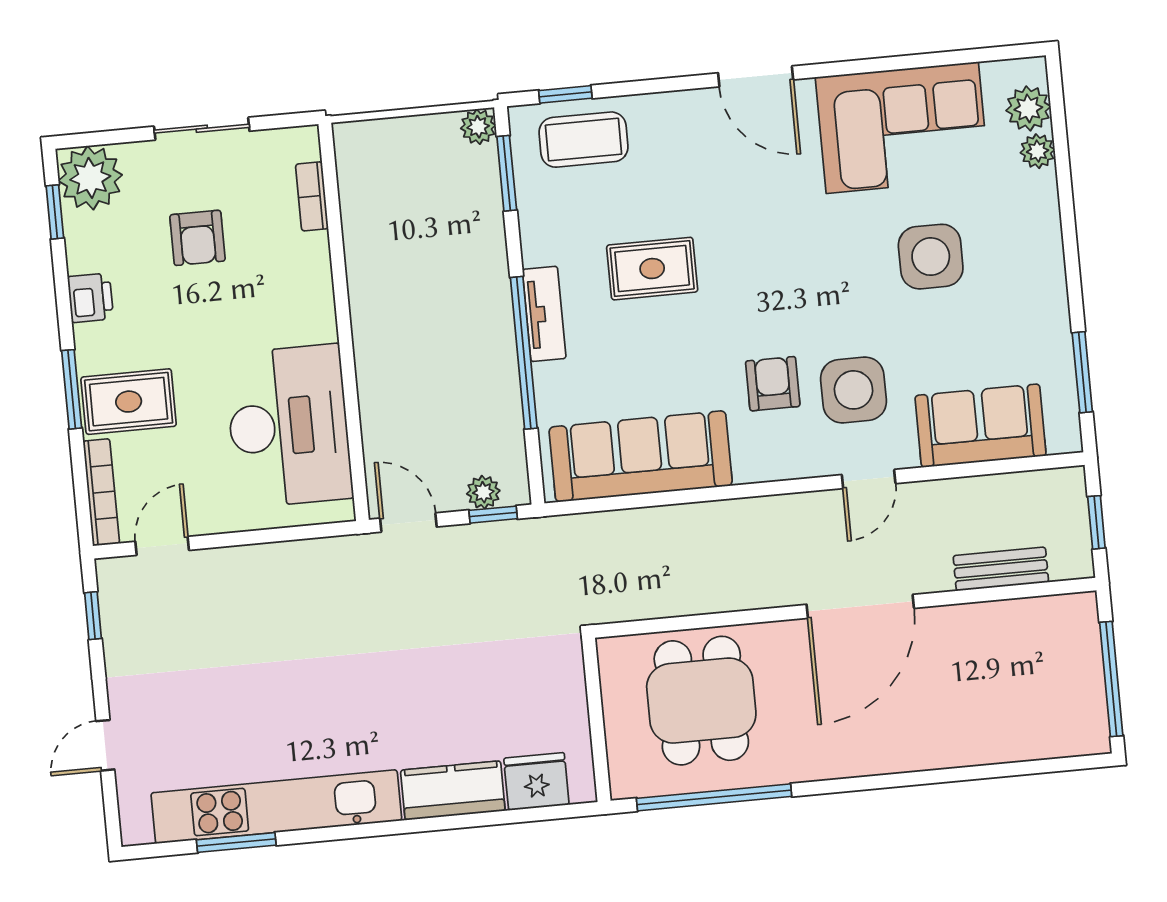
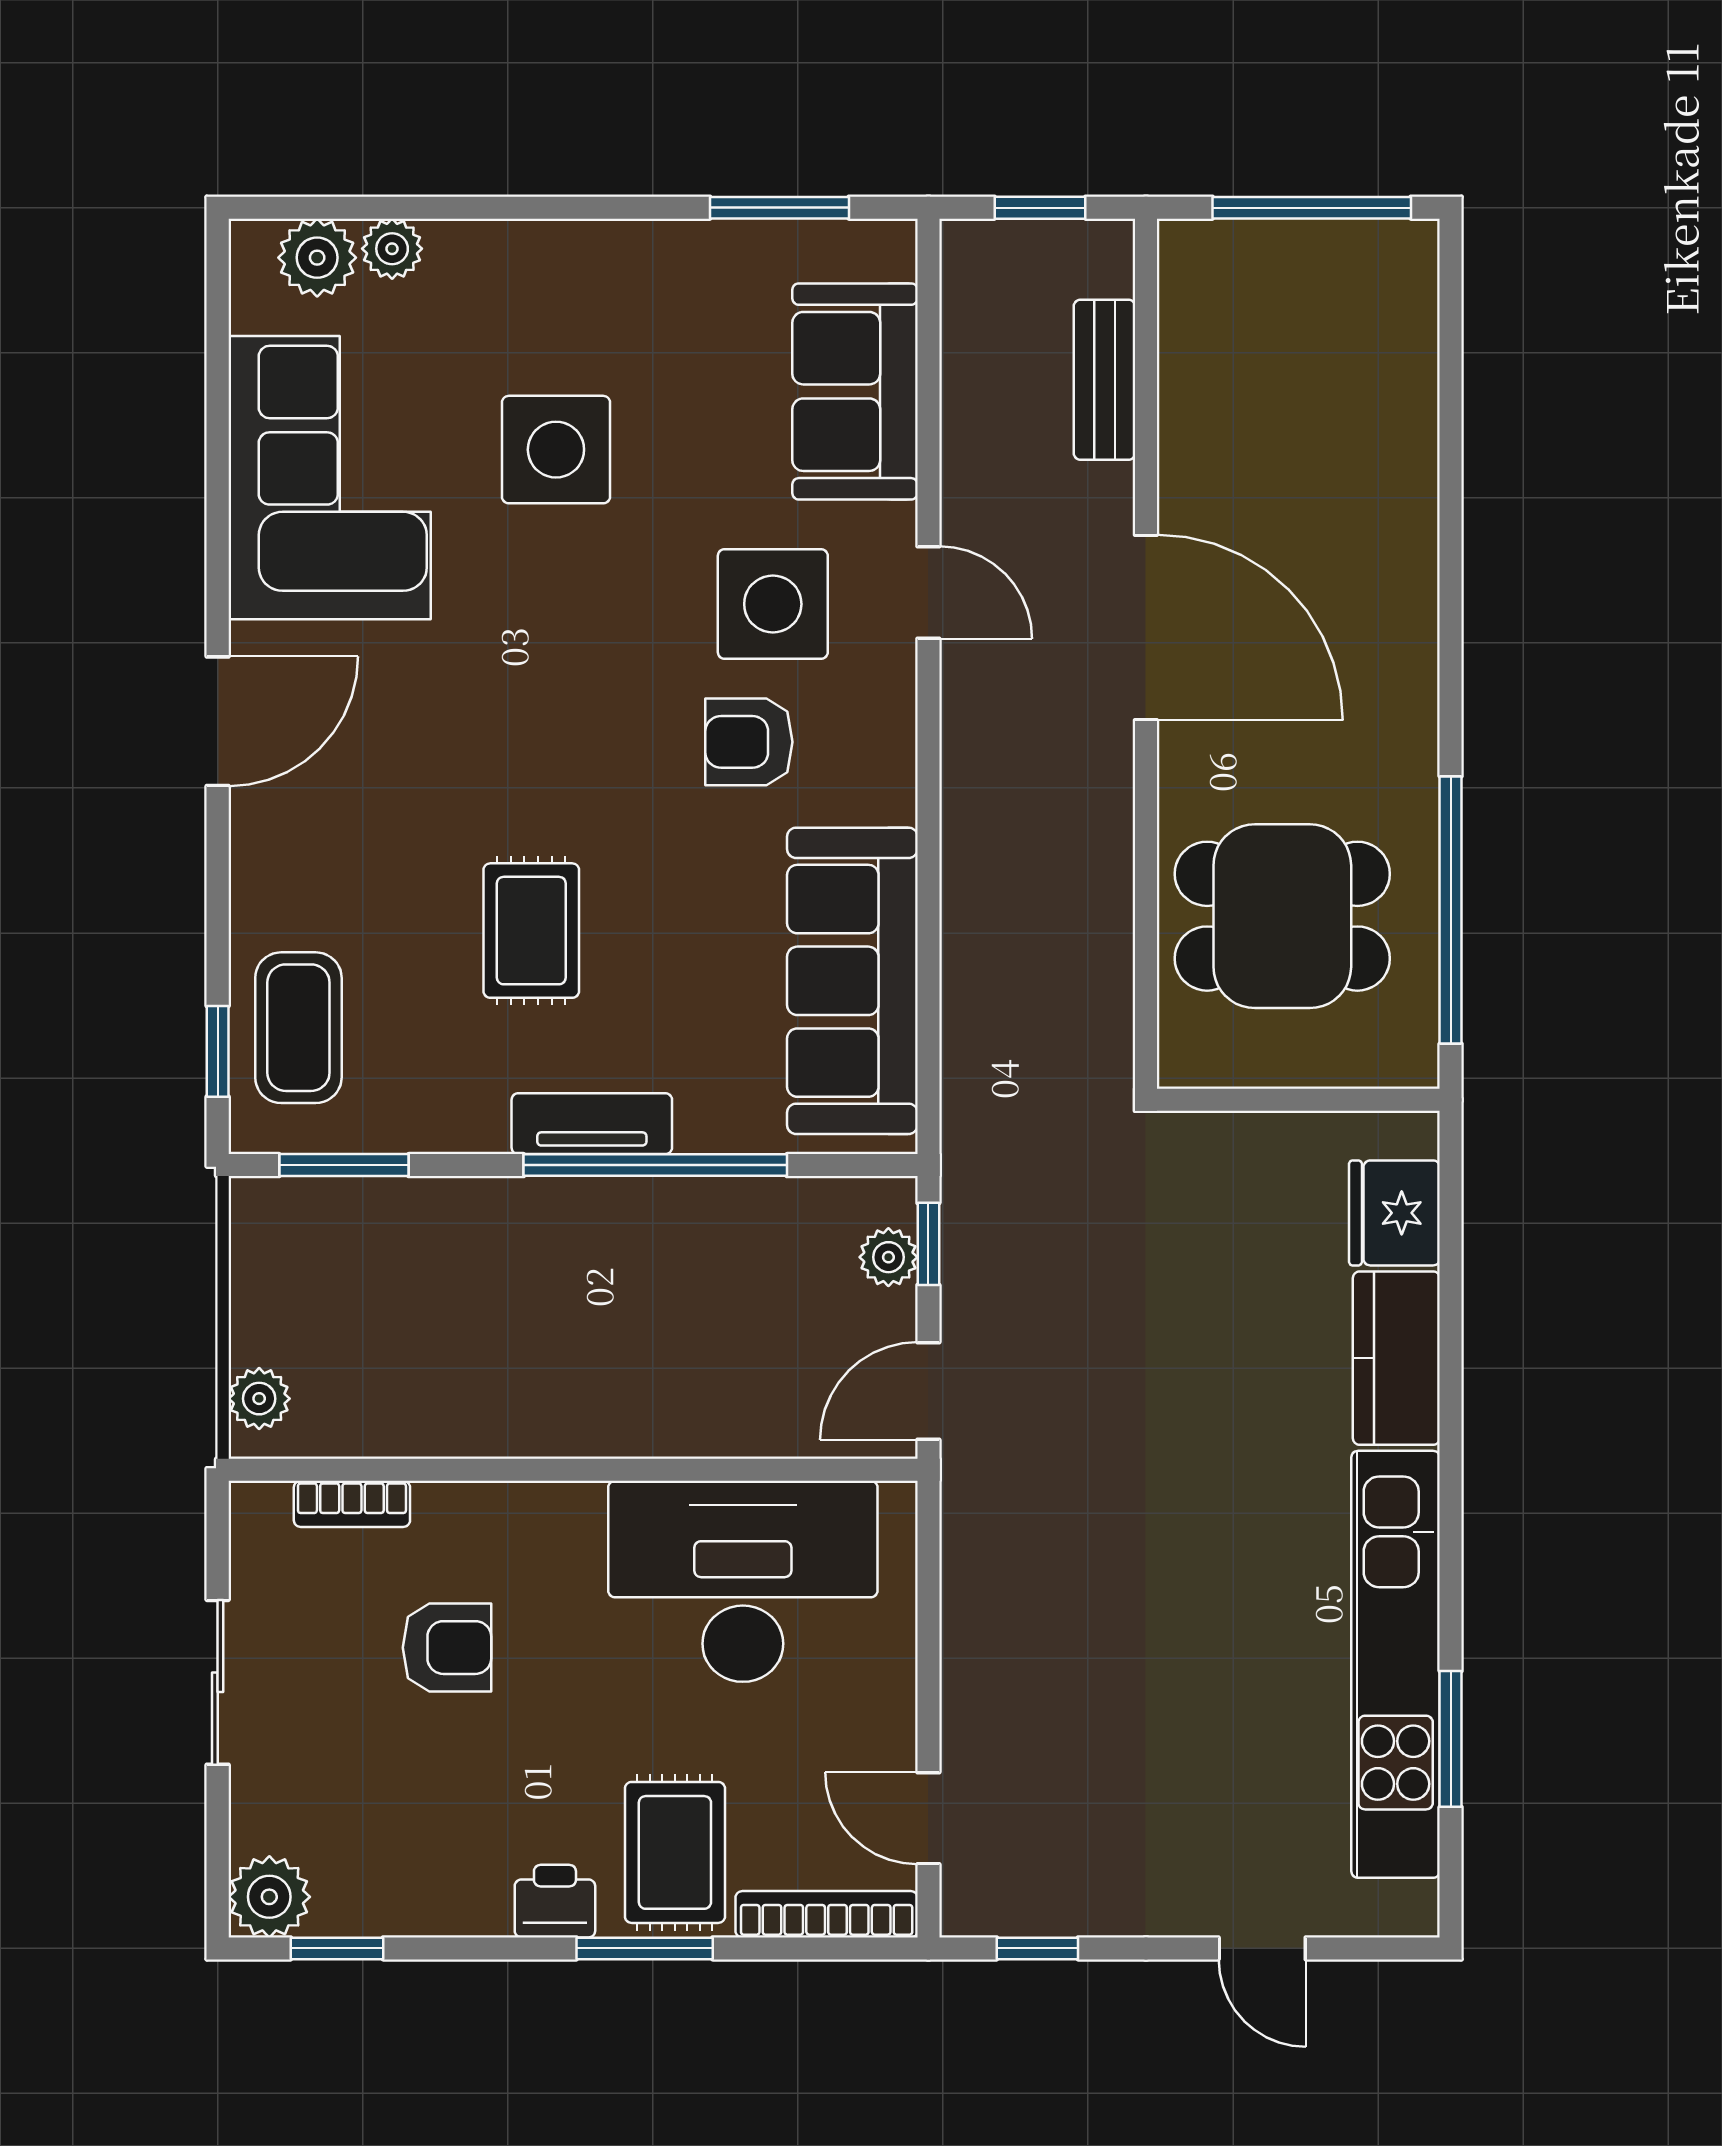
plant: (478, 127) -> (259, 1399), moved
plant: (90, 178) -> (269, 1897), width x0.73, depth x0.73
armchair: (197, 238) -> (447, 1648), moved
printer: (90, 298) -> (555, 1901), moved

